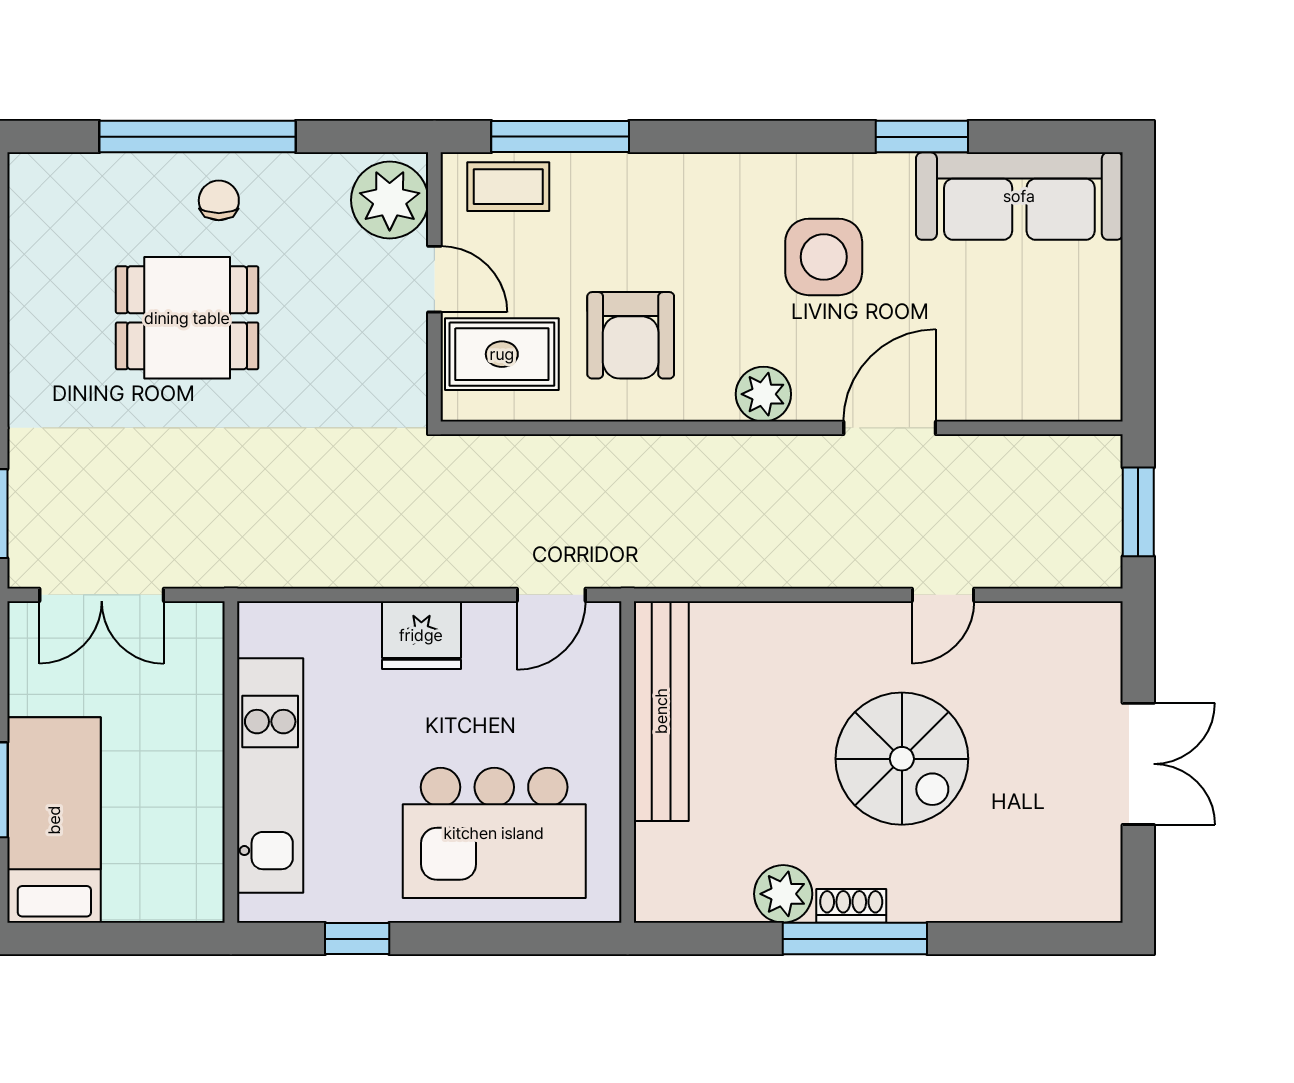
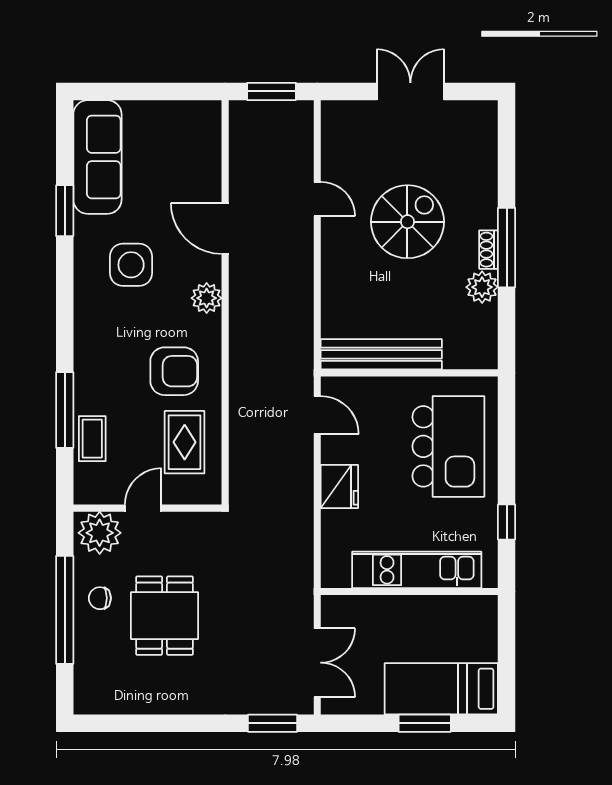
plant: (390, 200) -> (100, 533), moved
door: (434, 279) -> (143, 508), moved
wall: (434, 287) -> (148, 508), moved

